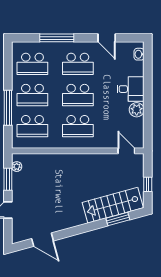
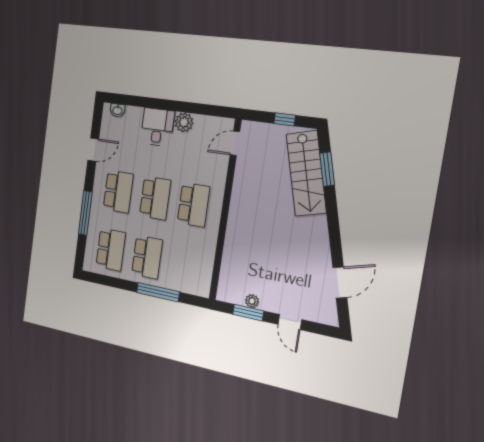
school desk: (32, 126) -> (185, 265), removed
plant: (17, 167) -> (252, 301), moved

